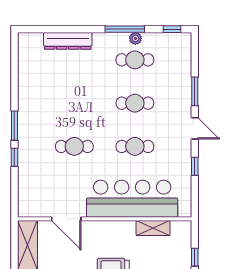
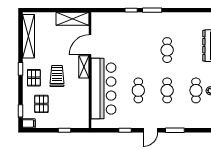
cafe table: (74, 146) -> (167, 50), moved
shelving: (153, 228) -> (84, 67), moved

